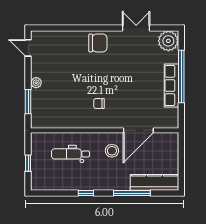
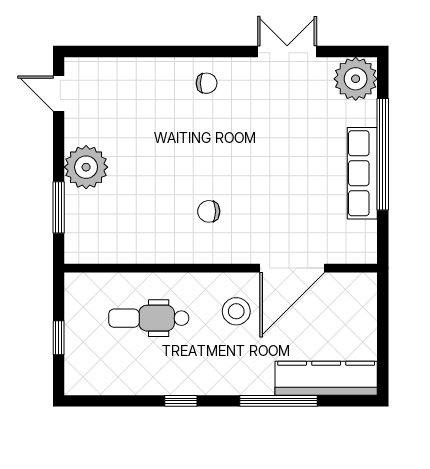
chair: (98, 43) -> (207, 83), width x0.54, depth x0.54
plant: (36, 83) -> (86, 167), width x1.87, depth x1.87

